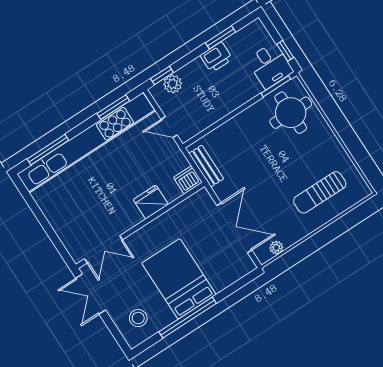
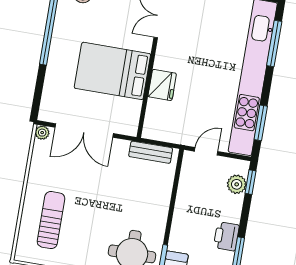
dishwasher: (188, 180) -> (153, 129), removed
plant: (276, 248) -> (42, 133), moved
bed: (179, 279) -> (112, 71), moved, turned 180

